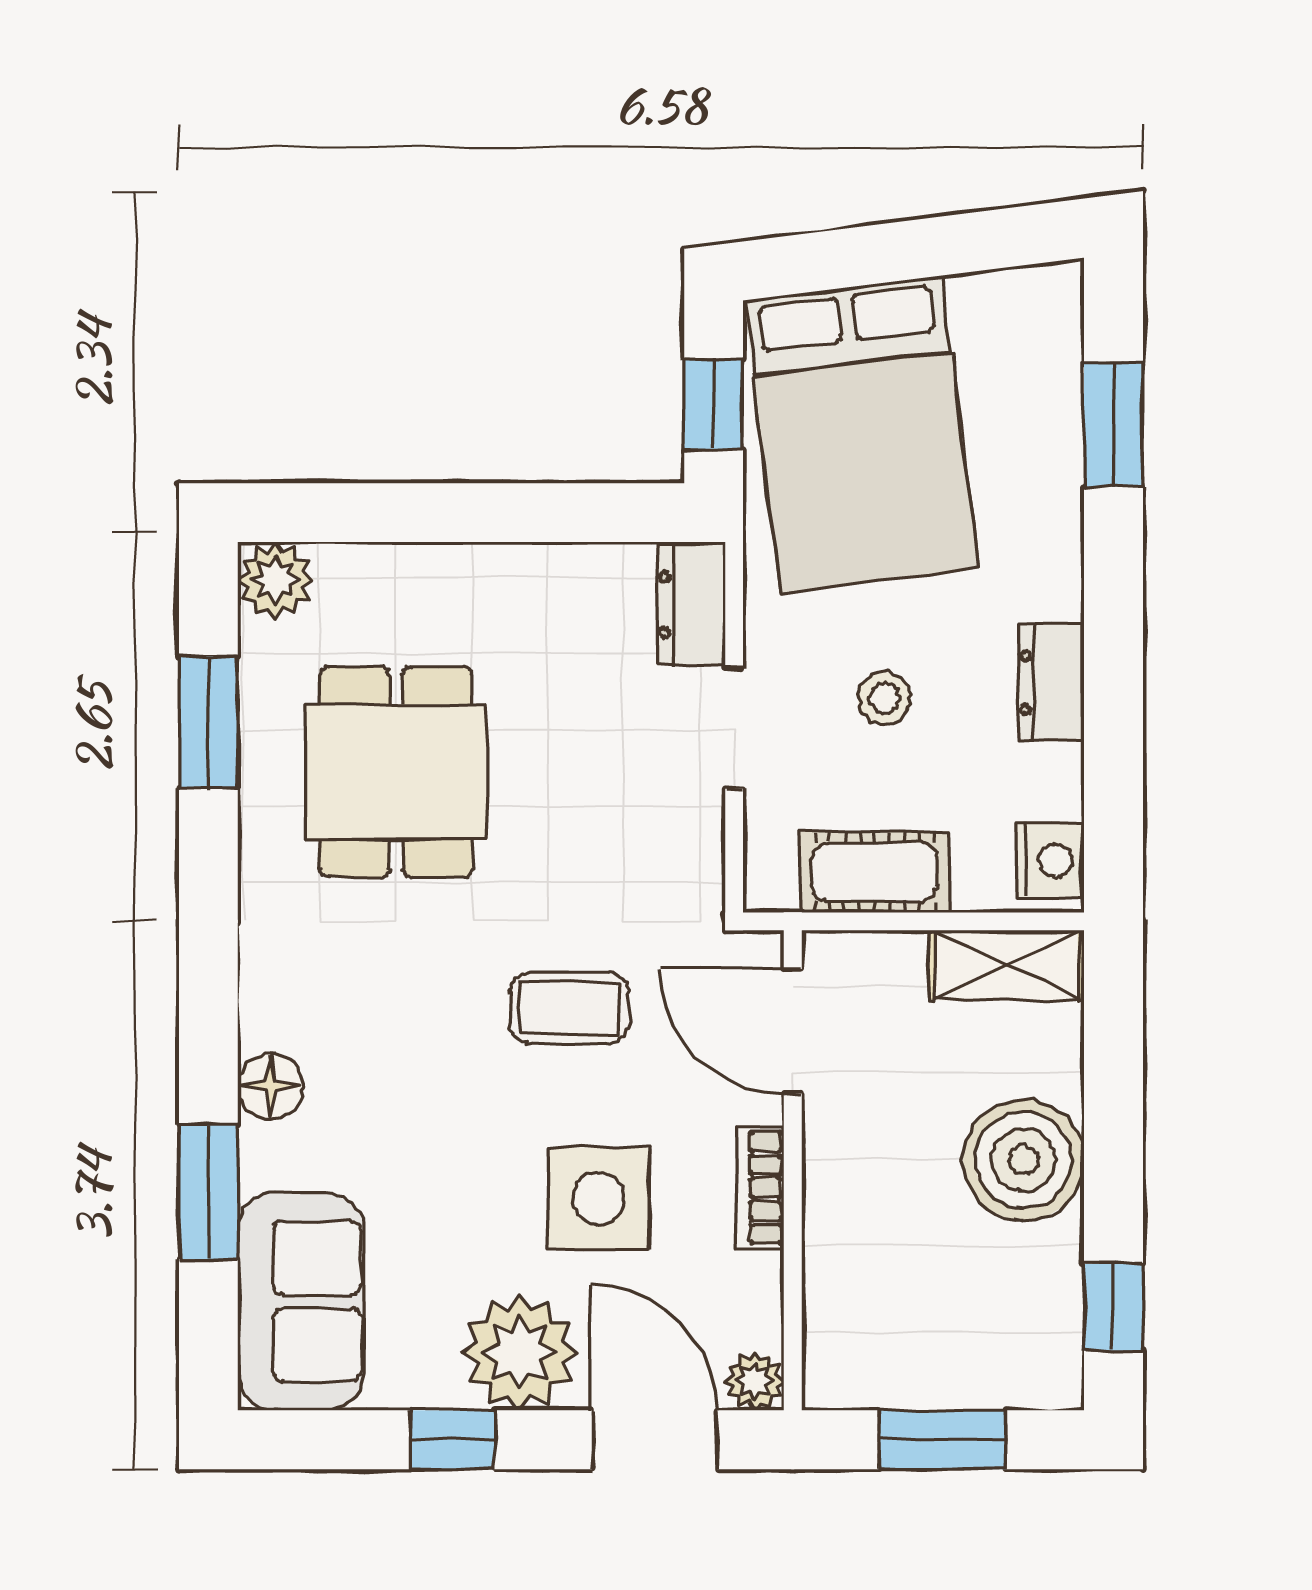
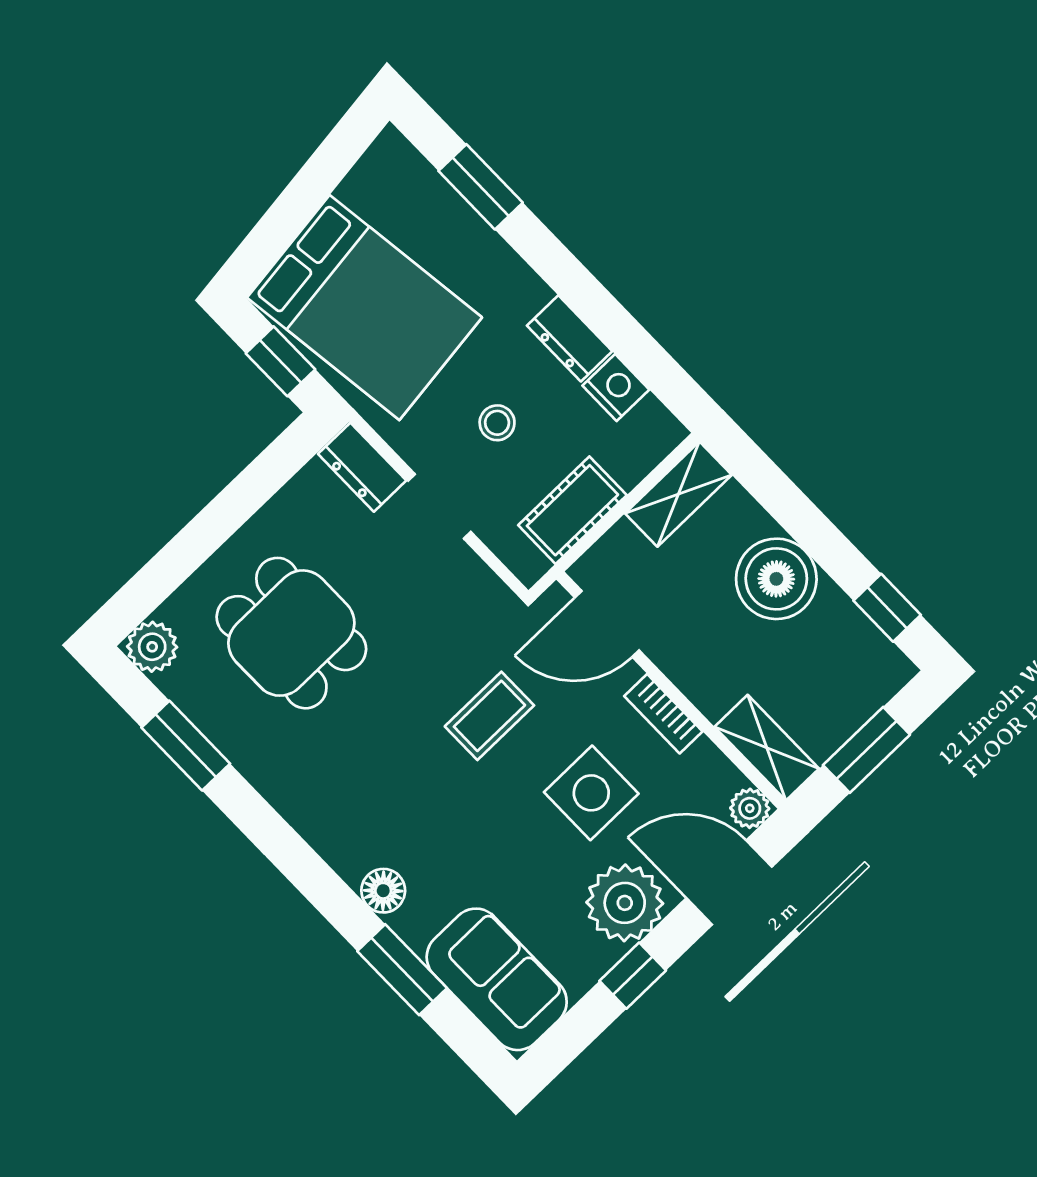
dining table: (396, 772) -> (291, 633), moved
nightstand: (1050, 860) -> (616, 388), moved
shelving: (836, 1333) -> (767, 748), added

